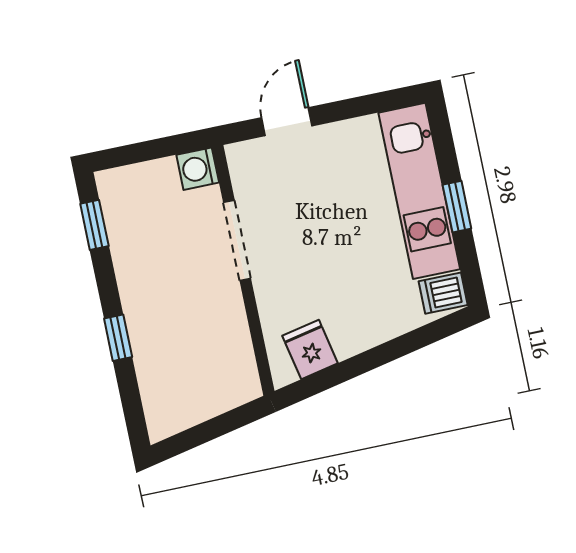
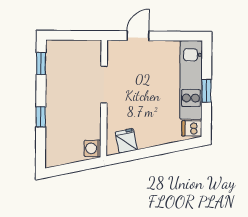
washing machine: (198, 169) -> (92, 148), moved

